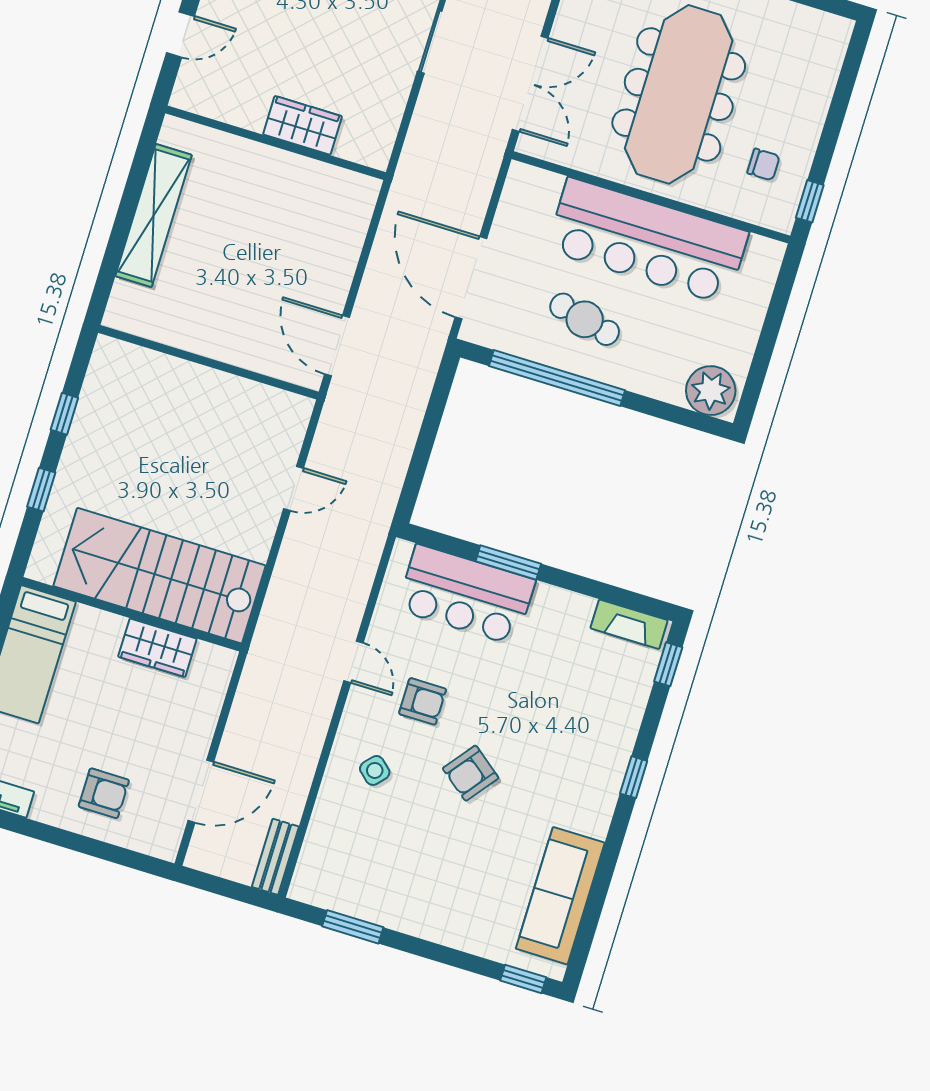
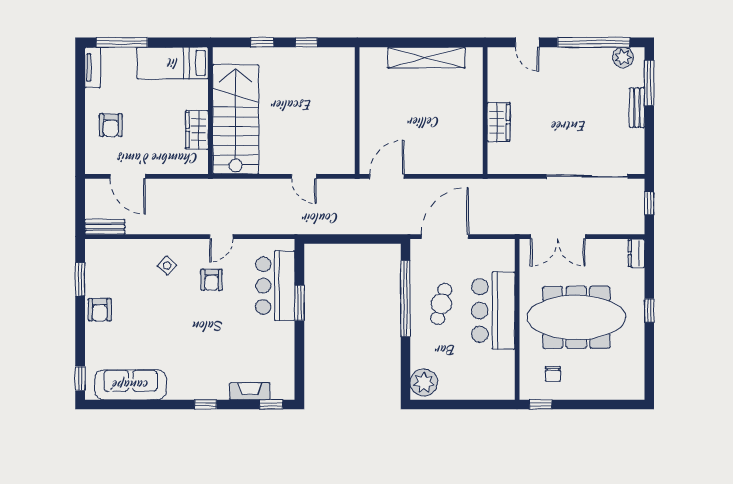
bar counter: (647, 241) -> (493, 310), width x0.73
fireplace: (629, 624) -> (250, 391), moved, turned 90
armchair: (471, 773) -> (100, 310), moved, turned -128

